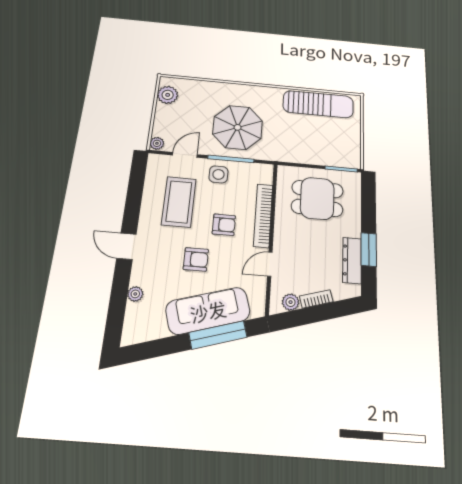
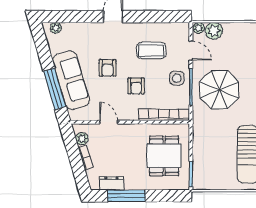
plant: (168, 95) -> (214, 31), moved
coffee table: (179, 202) -> (151, 50), width x0.73, depth x0.76
bookcase: (263, 215) -> (164, 115), moved
window: (369, 250) -> (126, 196), width x1.44
dresser: (352, 260) -> (112, 183), width x0.70
plant: (135, 294) -> (56, 28), moved

